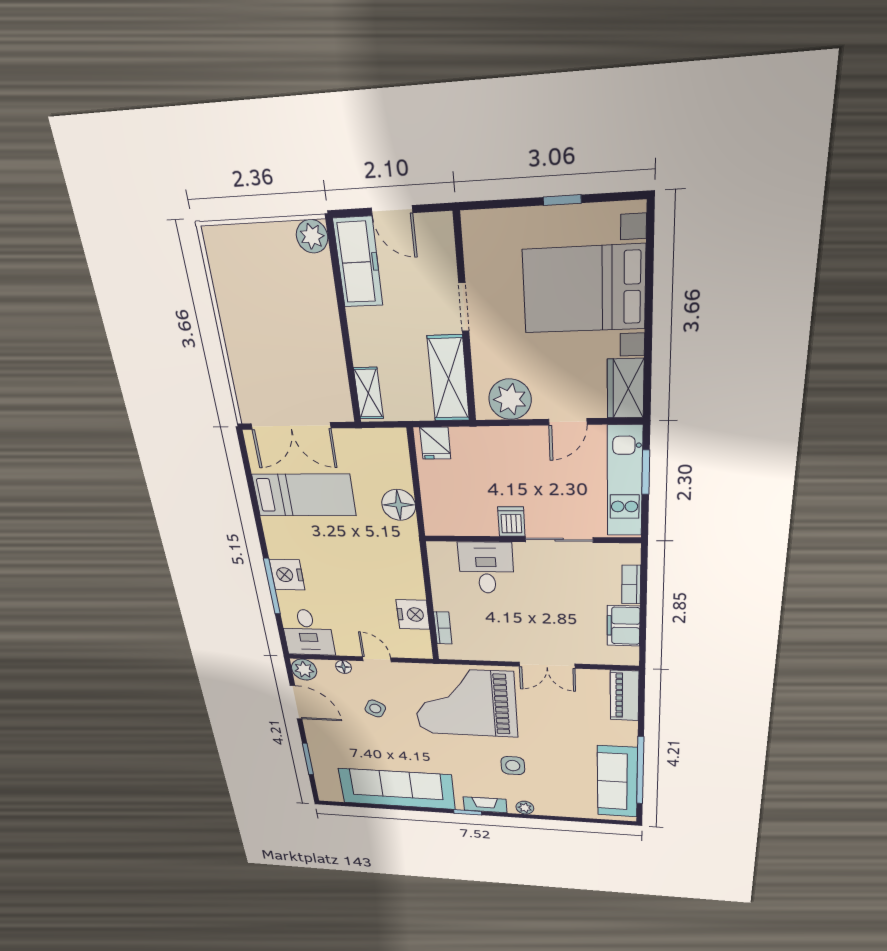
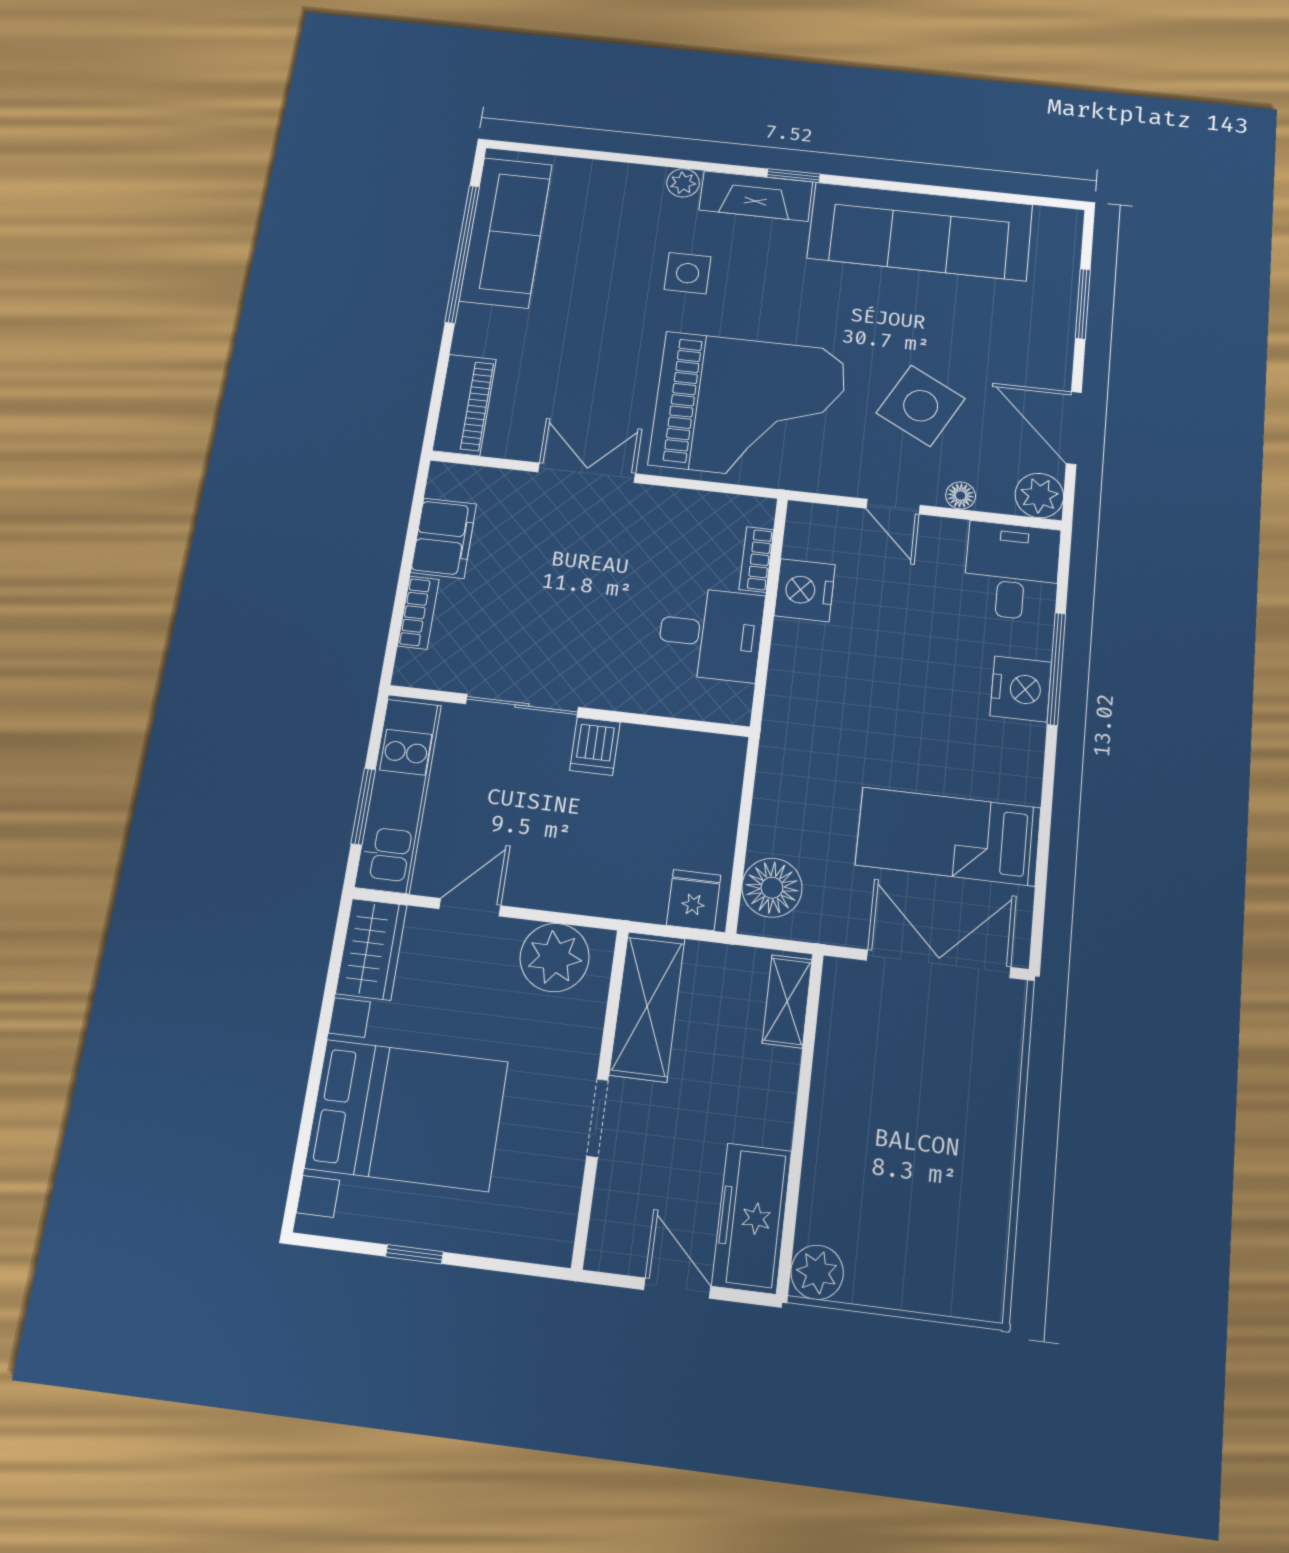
floor lamp: (399, 505) -> (772, 888), moved
desk: (486, 568) -> (711, 634), moved, turned -90
side table: (375, 708) -> (921, 406), width x1.87, depth x1.87
fireplace: (485, 805) -> (756, 196), width x1.37, depth x1.32

